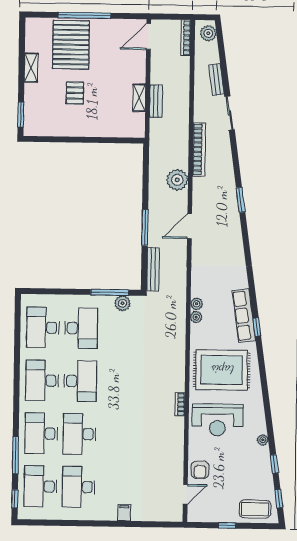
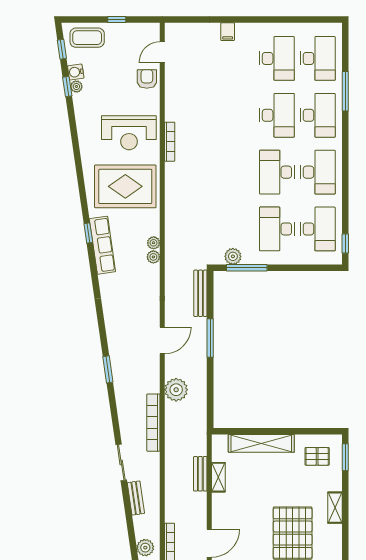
pallet: (75, 93) -> (317, 456), moved, turned 90
shelving: (99, 129) -> (261, 443), added
bookcase: (180, 404) -> (170, 142), width x1.56
reception desk: (217, 420) -> (129, 133), turned 180
plant: (263, 440) -> (76, 86), moved
water cooler: (266, 477) -> (76, 72), added
window: (15, 499) -> (345, 244), moved

